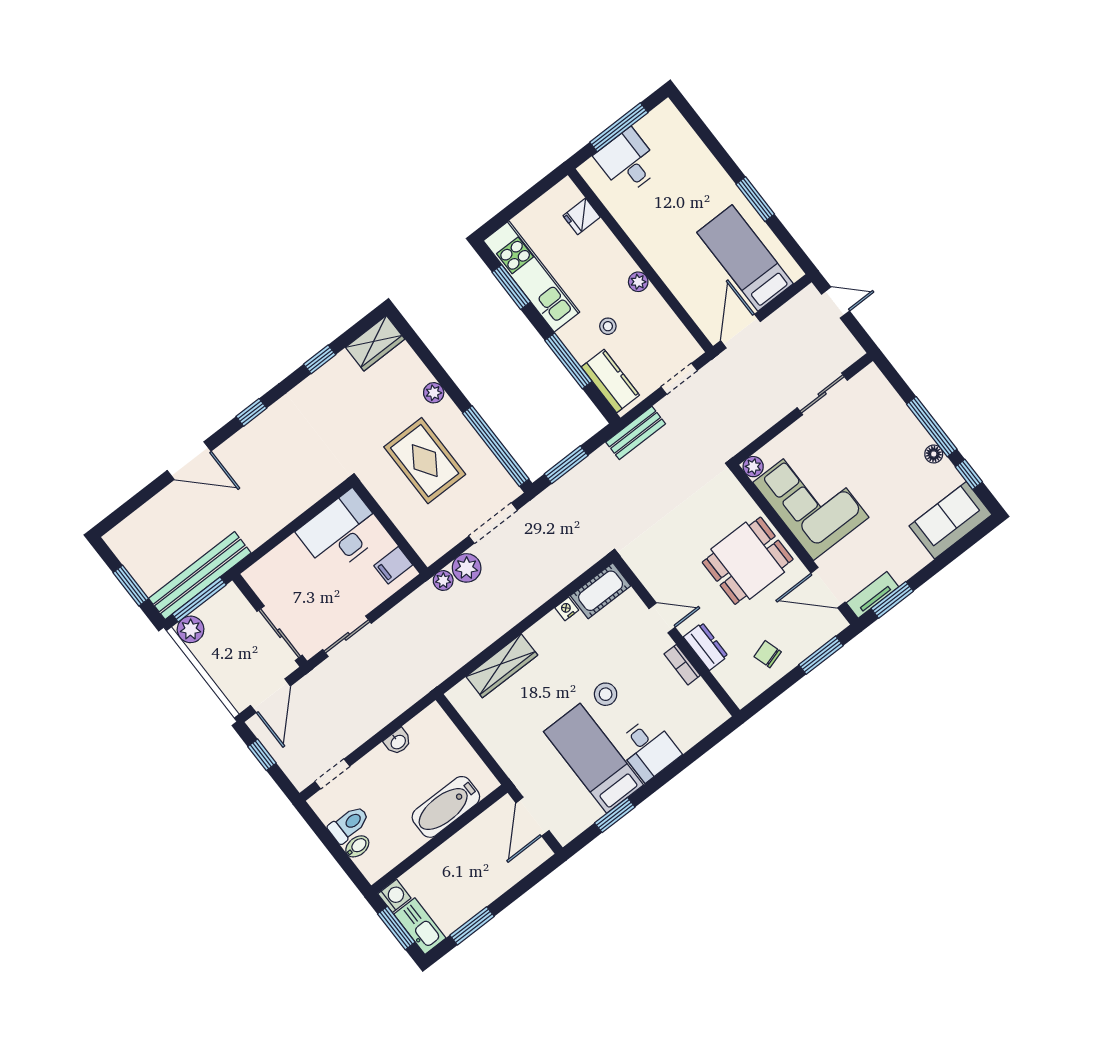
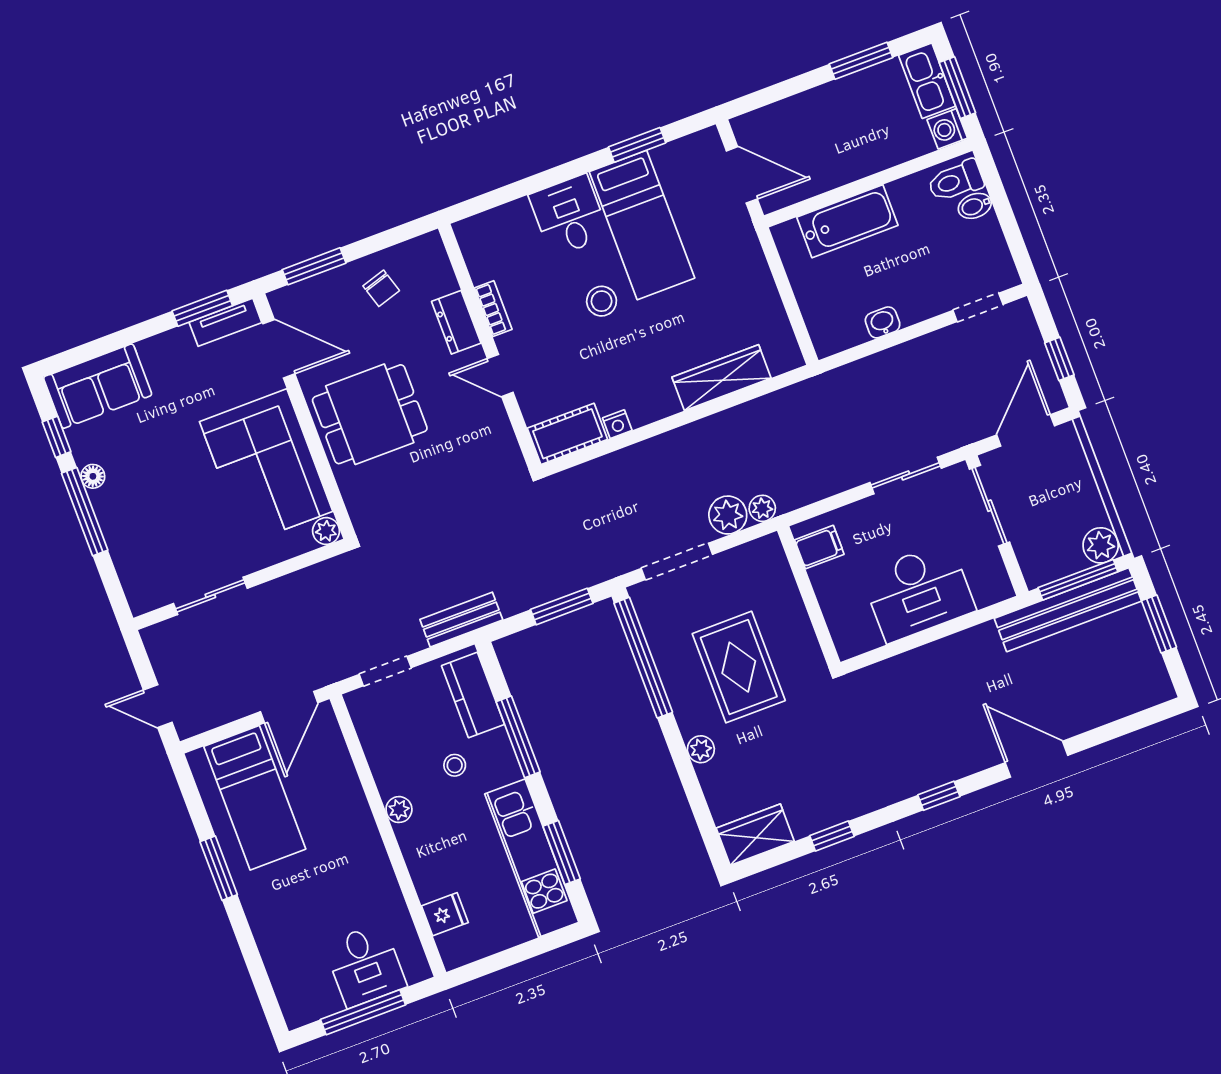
desk: (341, 532) -> (918, 592), moved
door: (532, 817) -> (742, 175), hinge flipped
toilet: (349, 824) -> (956, 181), moved

